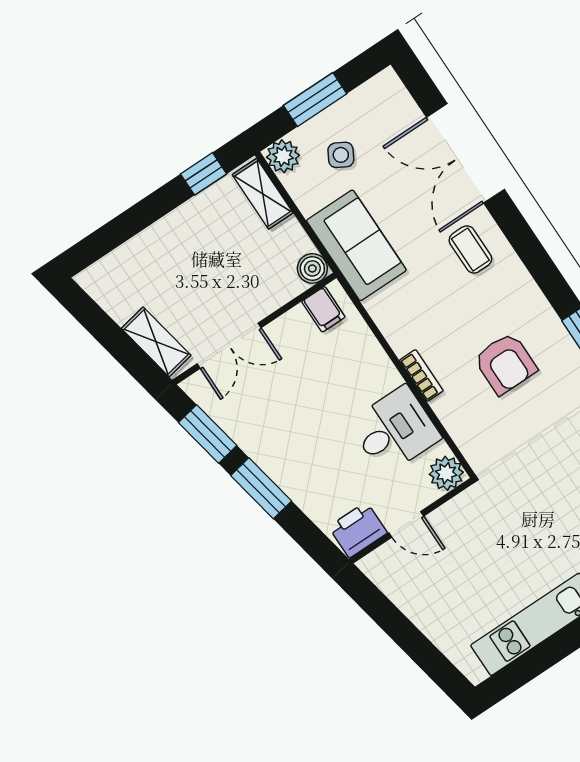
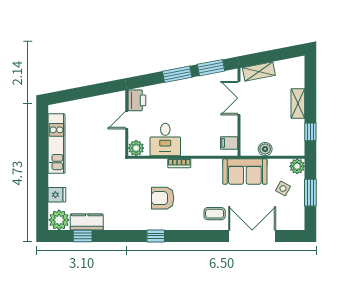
shelving: (263, 194) -> (298, 103), moved, turned 90
boiler: (312, 268) -> (265, 149), moved

